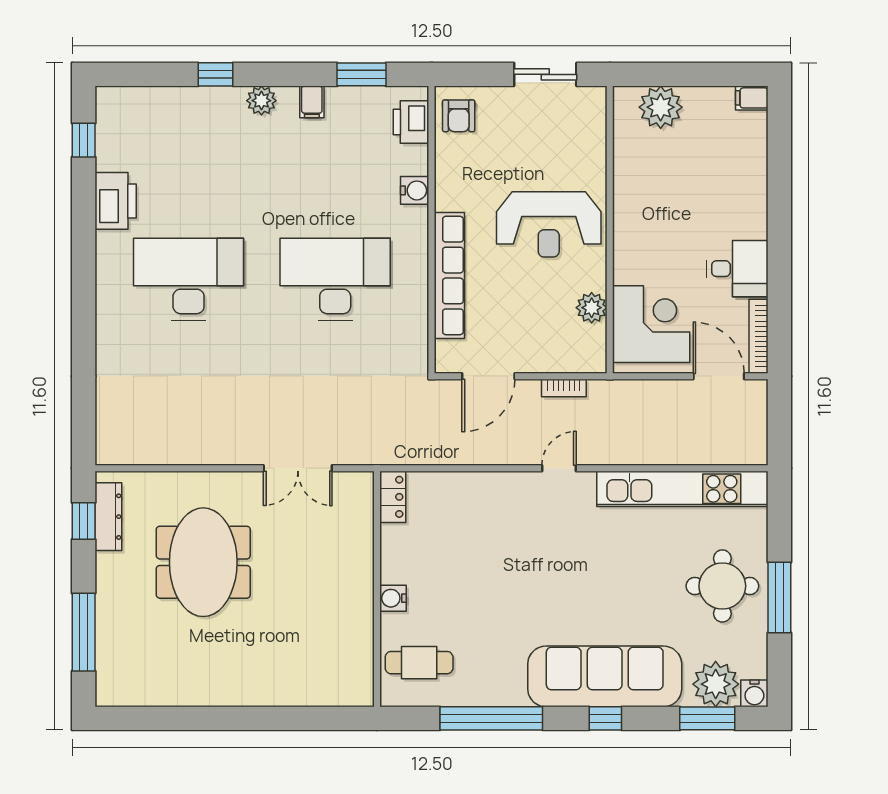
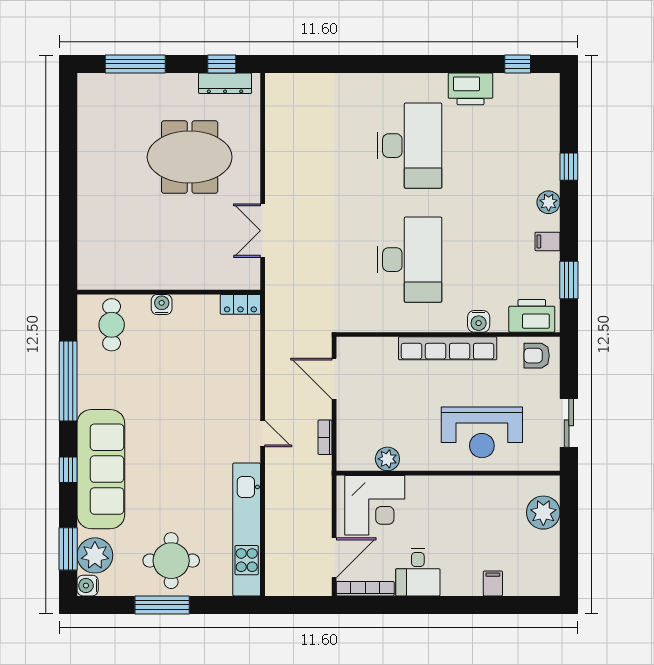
filing cabinet: (752, 98) -> (493, 583), moved
printer: (411, 122) -> (532, 316), width x1.37, depth x1.19
reception desk: (549, 224) -> (482, 432), moved, turned -90
row of seats: (449, 275) -> (448, 348), moved

